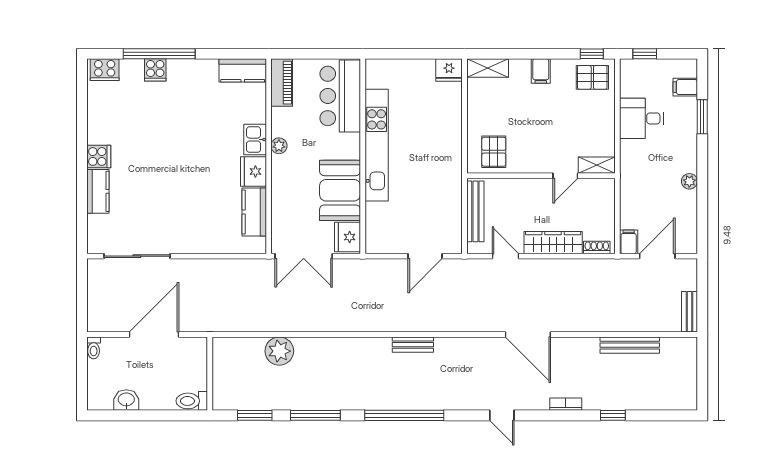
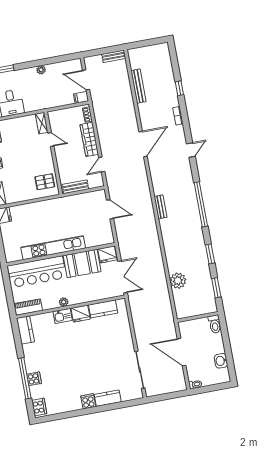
bar counter: (340, 96) -> (37, 272), width x1.36
bench: (475, 211) -> (75, 187), width x0.73
window: (315, 415) -> (210, 254), width x0.69

